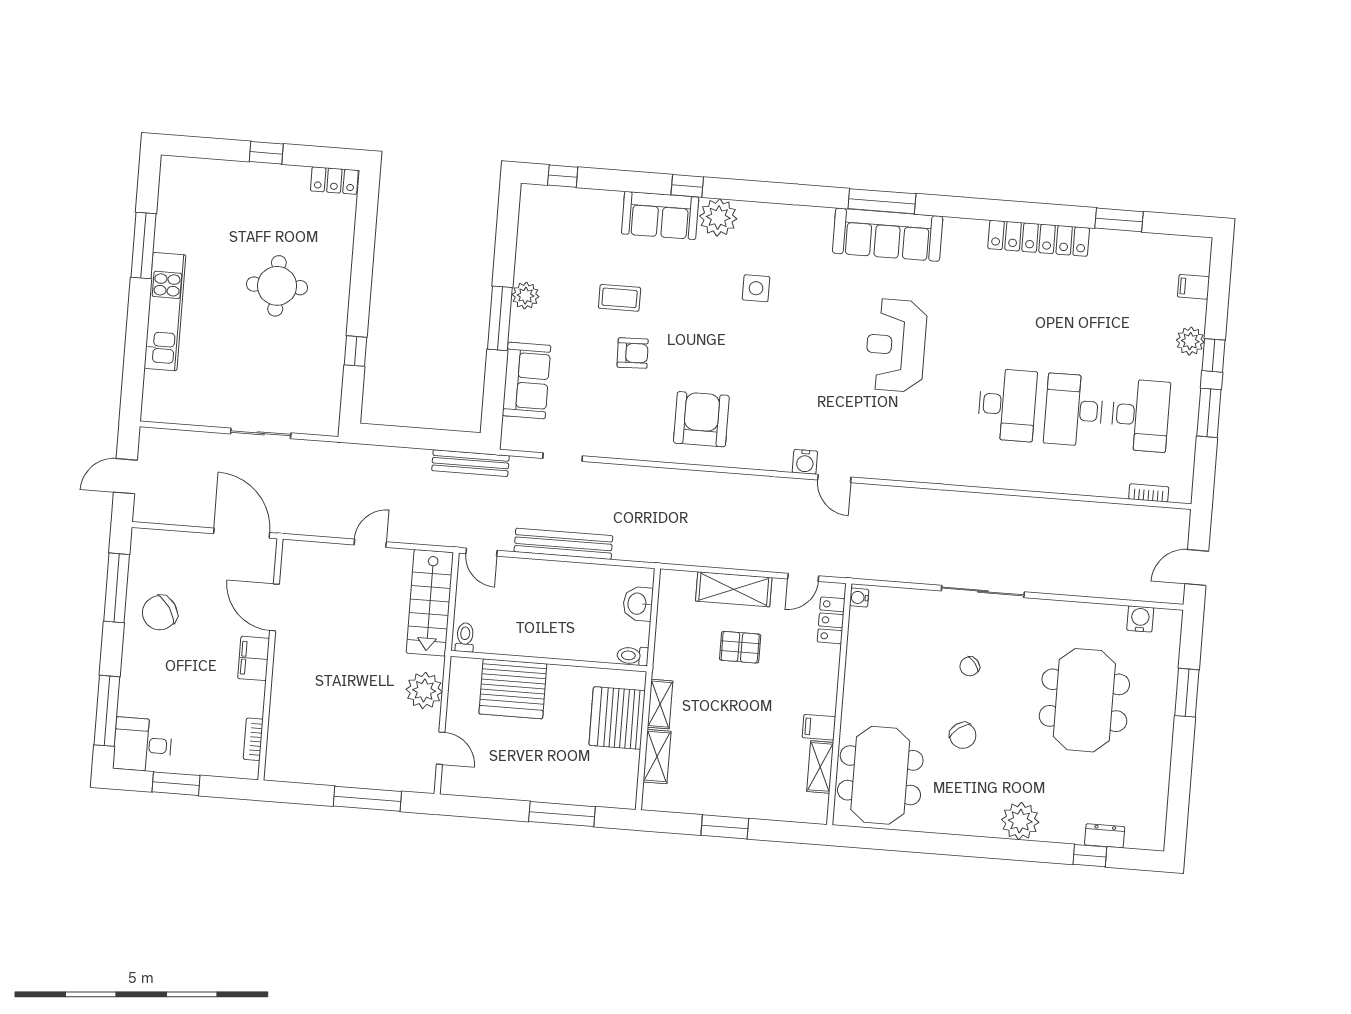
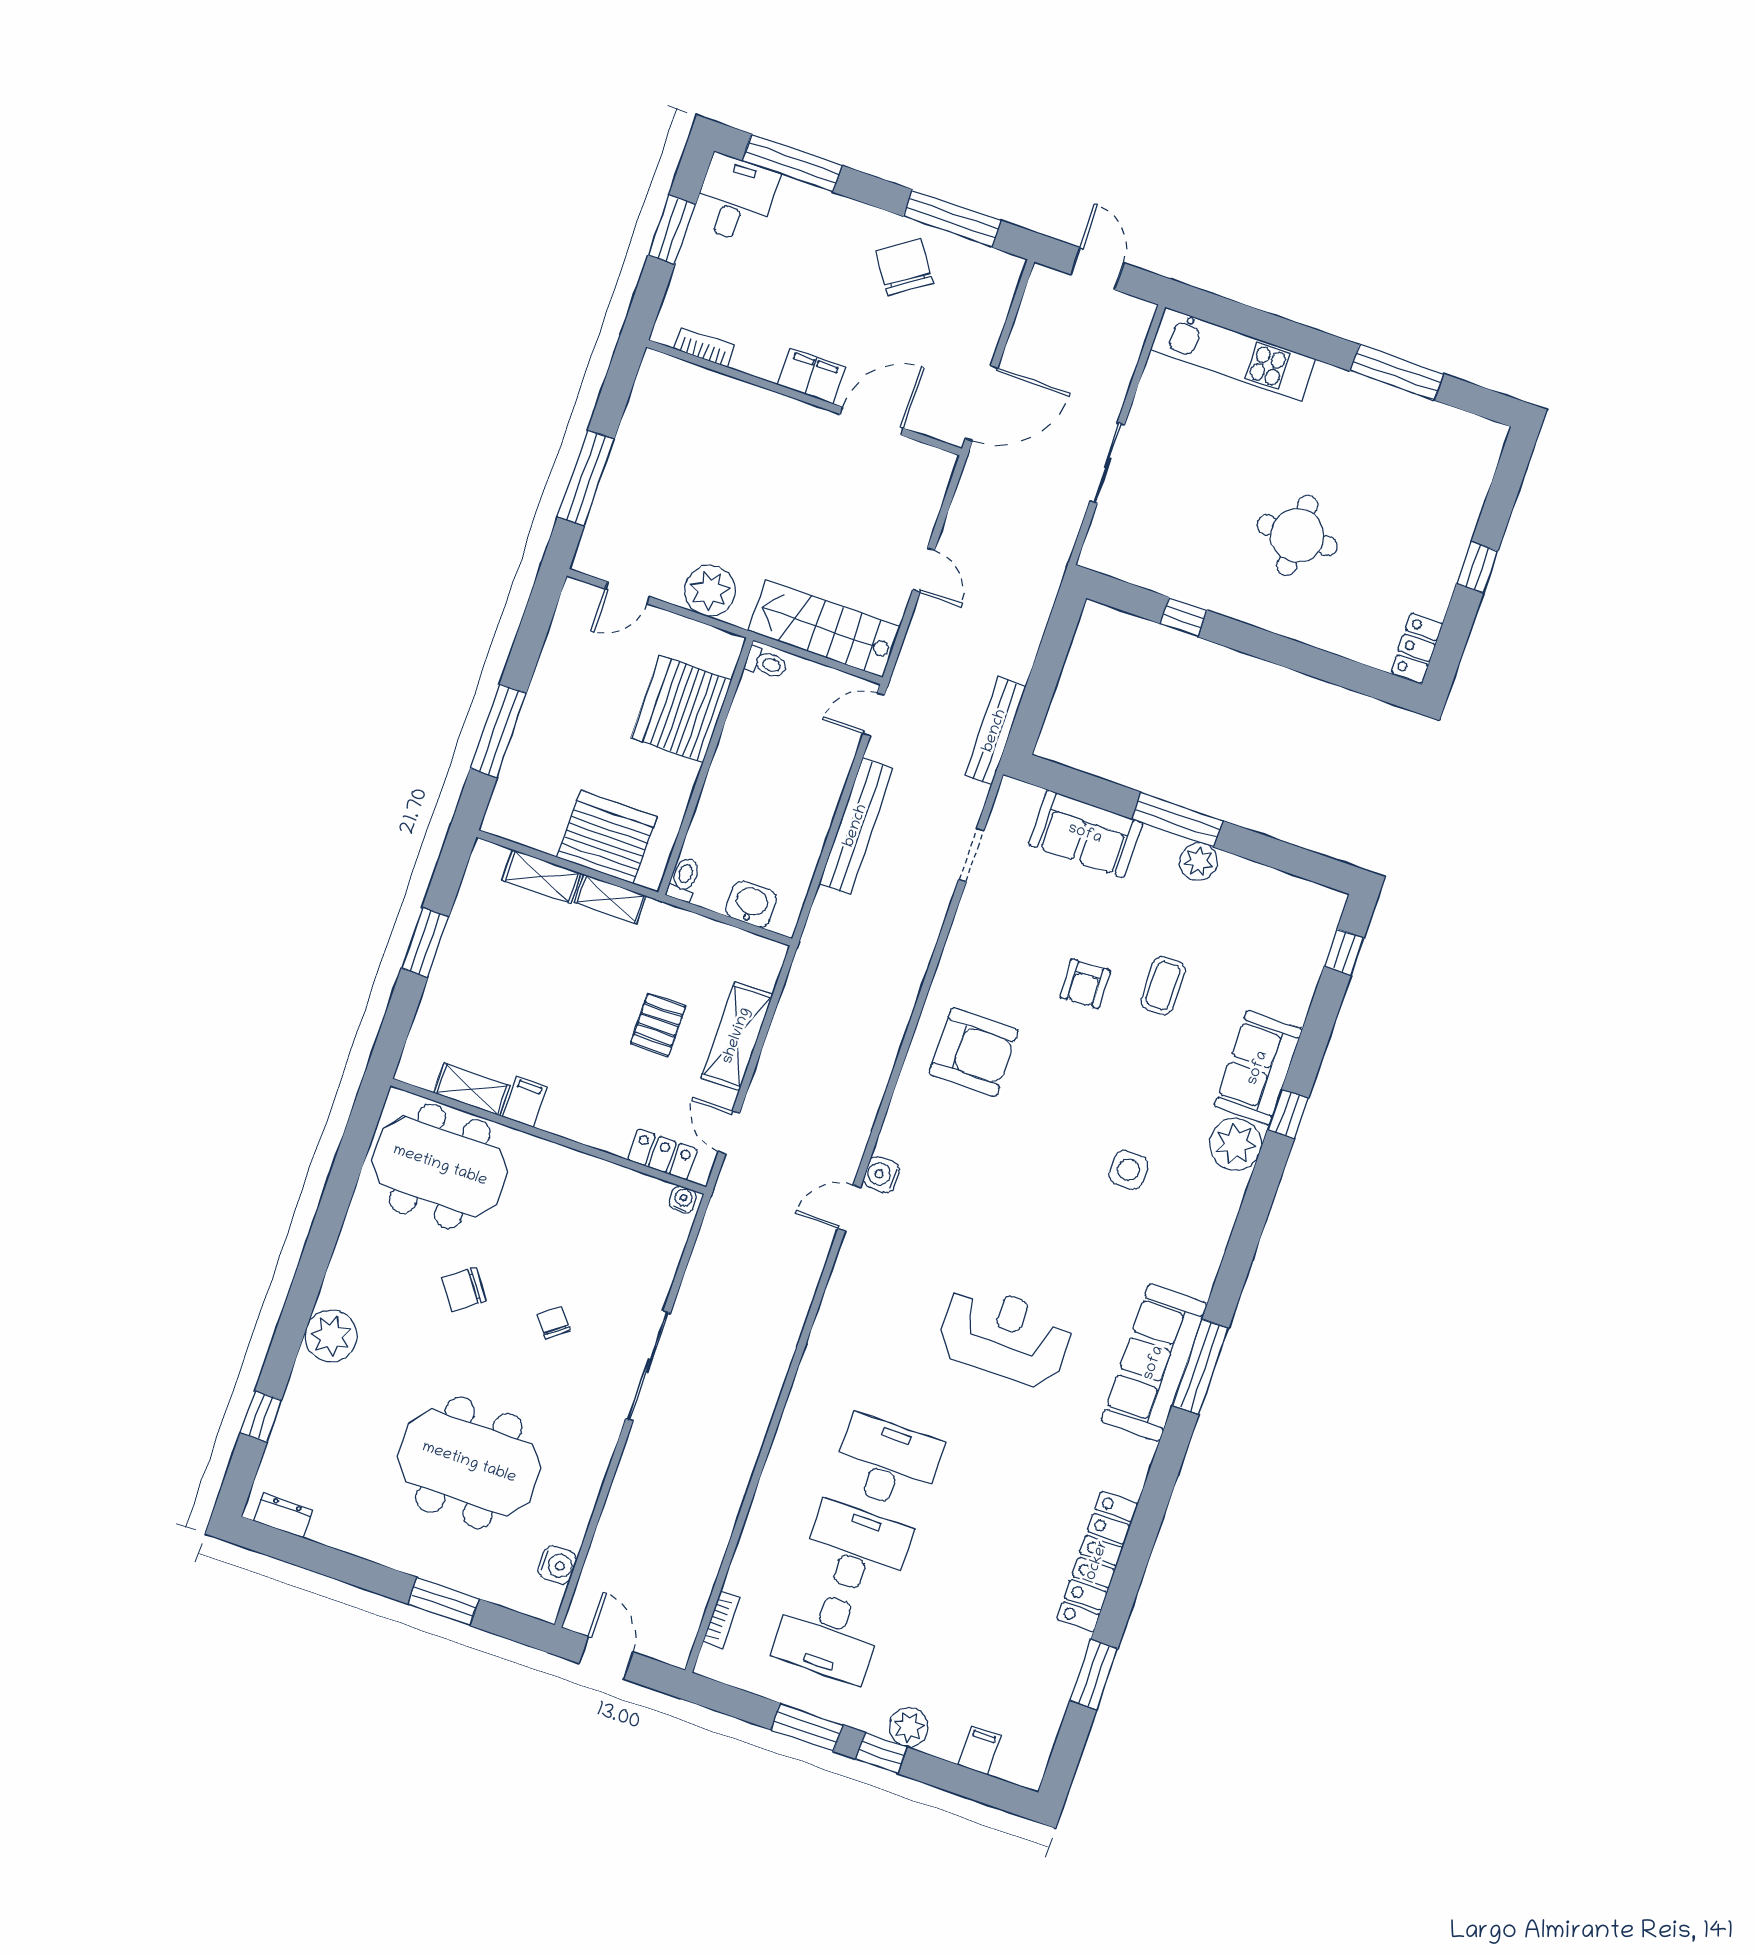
kitchen unit: (165, 312) -> (1233, 354), moved
desk: (1007, 405) -> (887, 1462), turned 180
dresser: (1105, 836) -> (283, 1516), moved, turned -90

